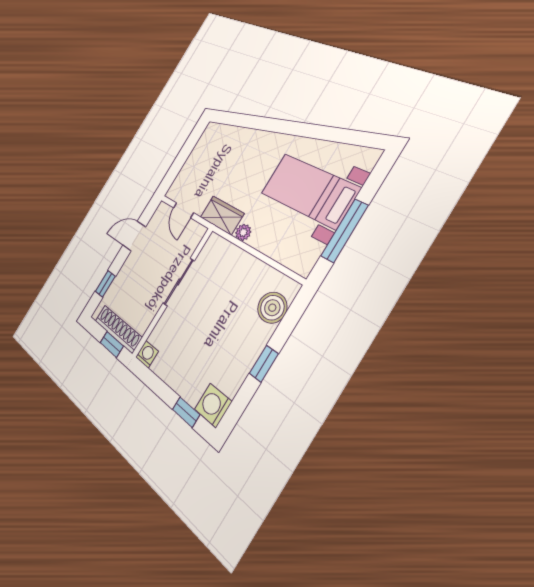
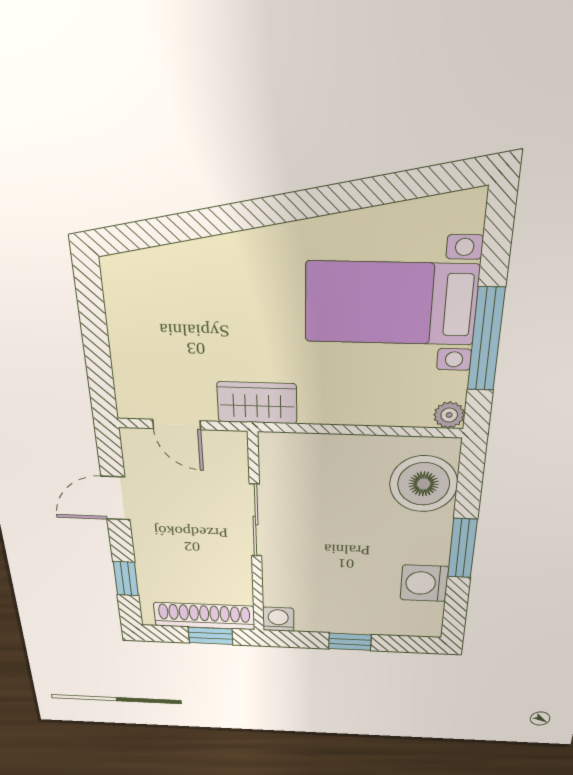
plant: (243, 232) -> (449, 415), moved
boiler: (272, 308) -> (424, 484), width x1.37, depth x1.37
window: (264, 364) -> (462, 548), width x1.50
washing machine: (213, 405) -> (424, 583), moved
window: (186, 412) -> (350, 642), moved

